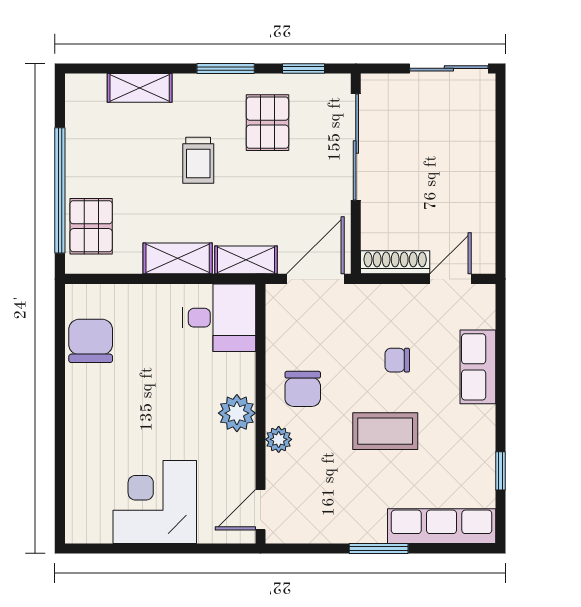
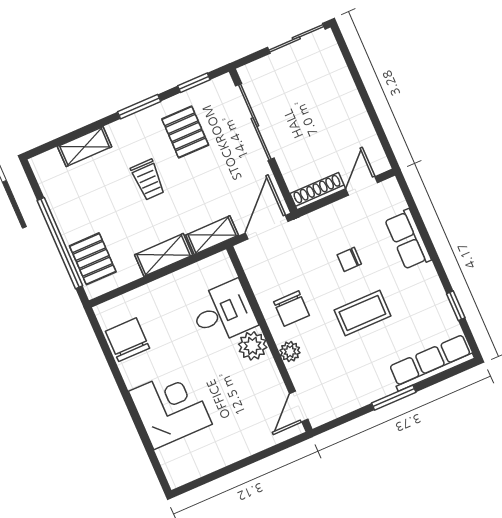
desk: (219, 318) -> (223, 312), moved
corner desk: (155, 502) -> (170, 408), moved, turned 90

